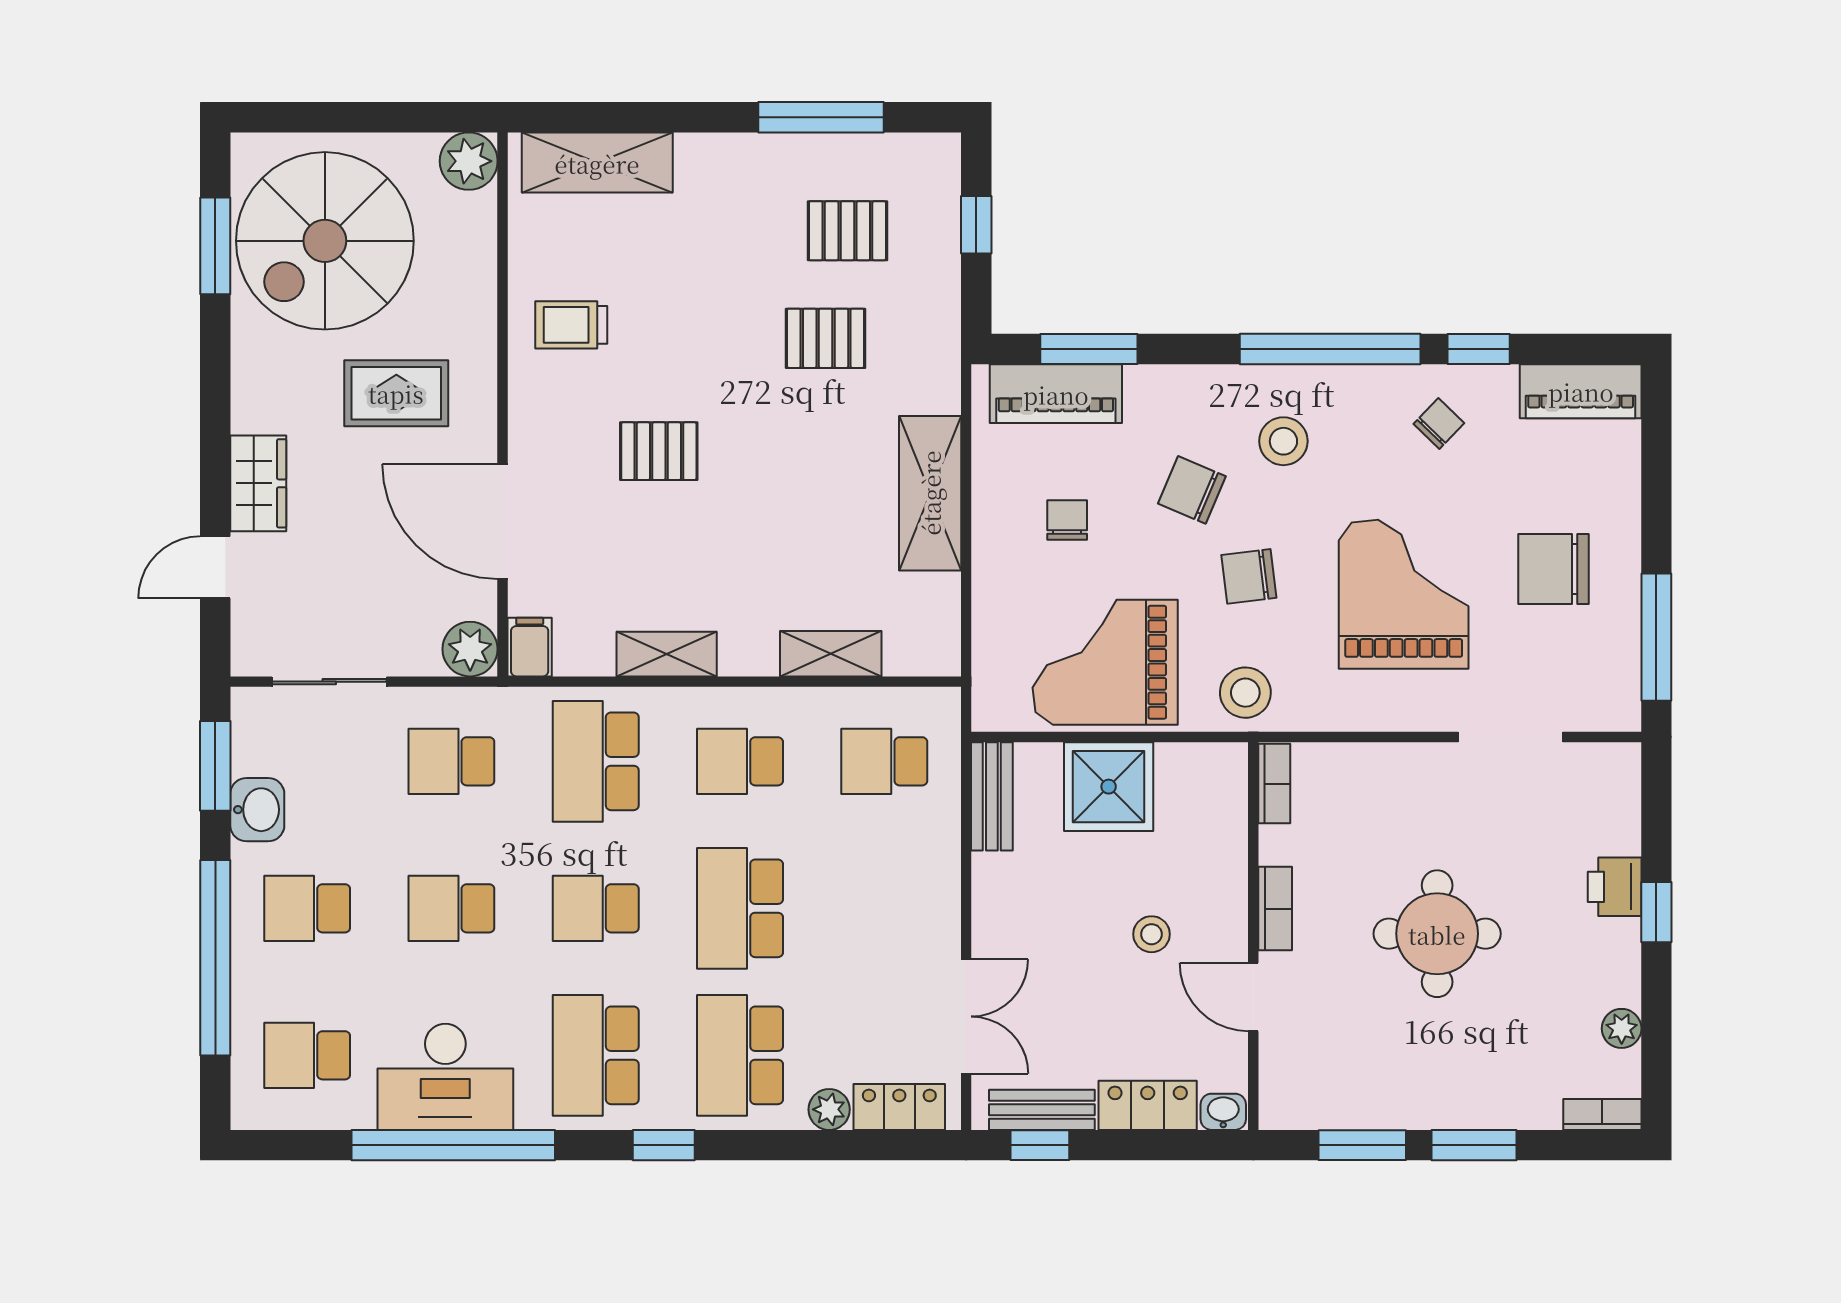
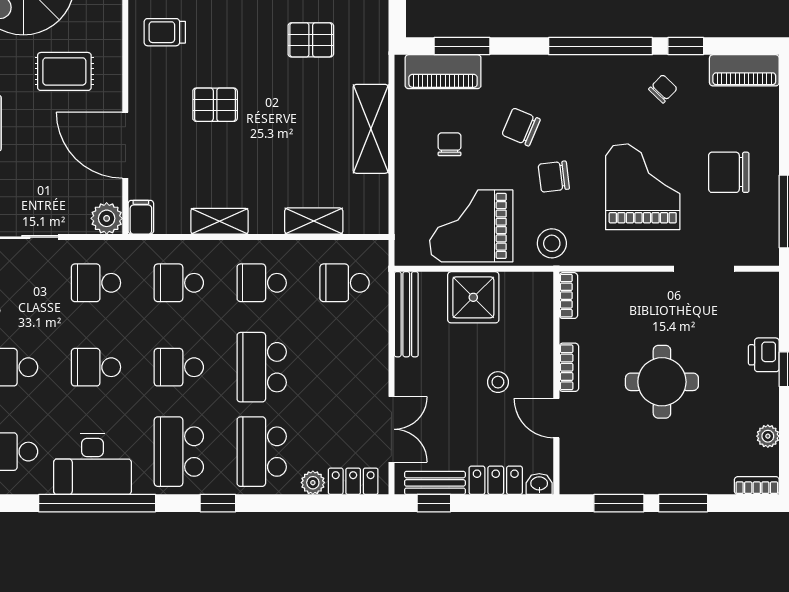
stool: (1283, 441) -> (574, 99), removed
school desk: (596, 761) -> (179, 283), width x0.54
bench: (992, 796) -> (406, 314), width x1.36

